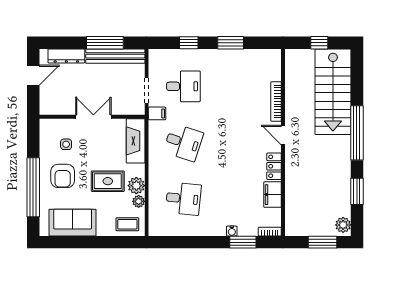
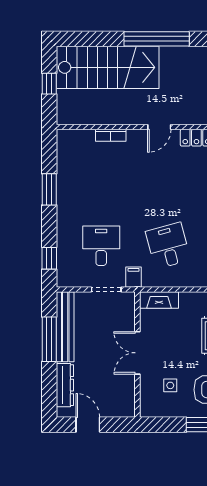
window: (189, 43) -> (49, 258), moved
bookcase: (276, 102) -> (111, 135), width x0.64
fireplace: (136, 141) -> (159, 300), width x0.73, depth x0.76
desk: (183, 142) -> (168, 246), turned -33

